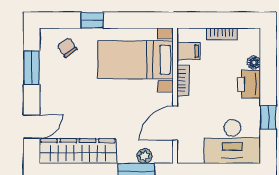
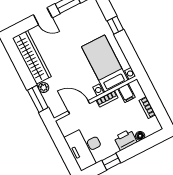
chair: (67, 48) -> (91, 19), removed
door: (32, 127) -> (43, 16), moved
plant: (144, 156) -> (44, 88), moved

